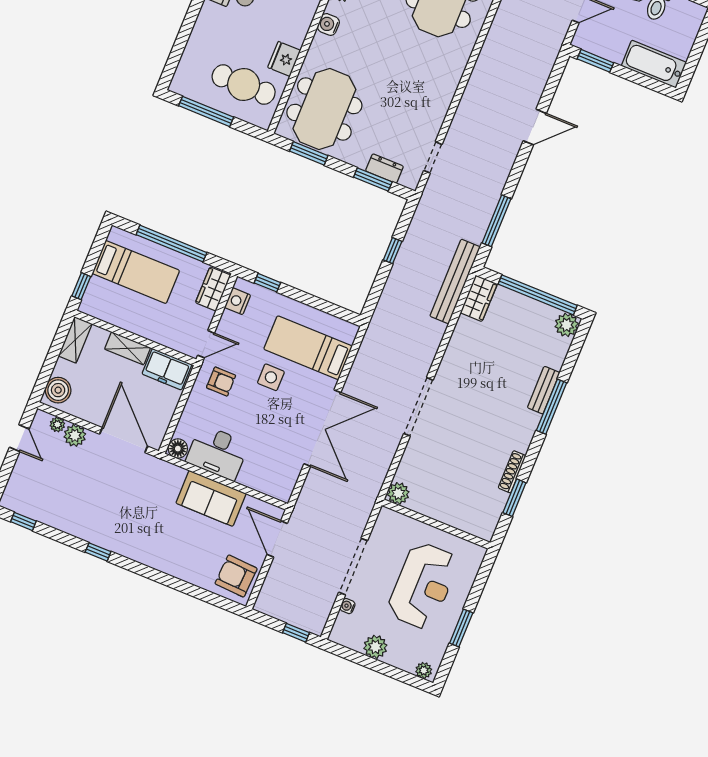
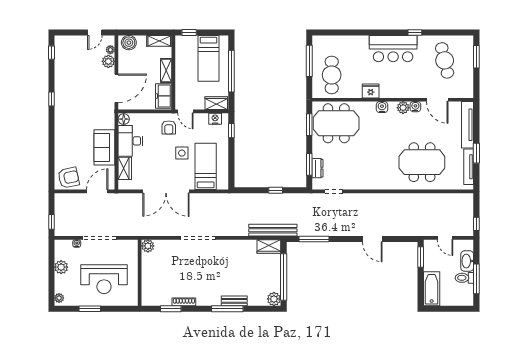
fridge: (284, 59) -> (371, 91), moved
wardrobe: (258, 479) -> (125, 168), added
armchair: (236, 576) -> (69, 178), turned 75

